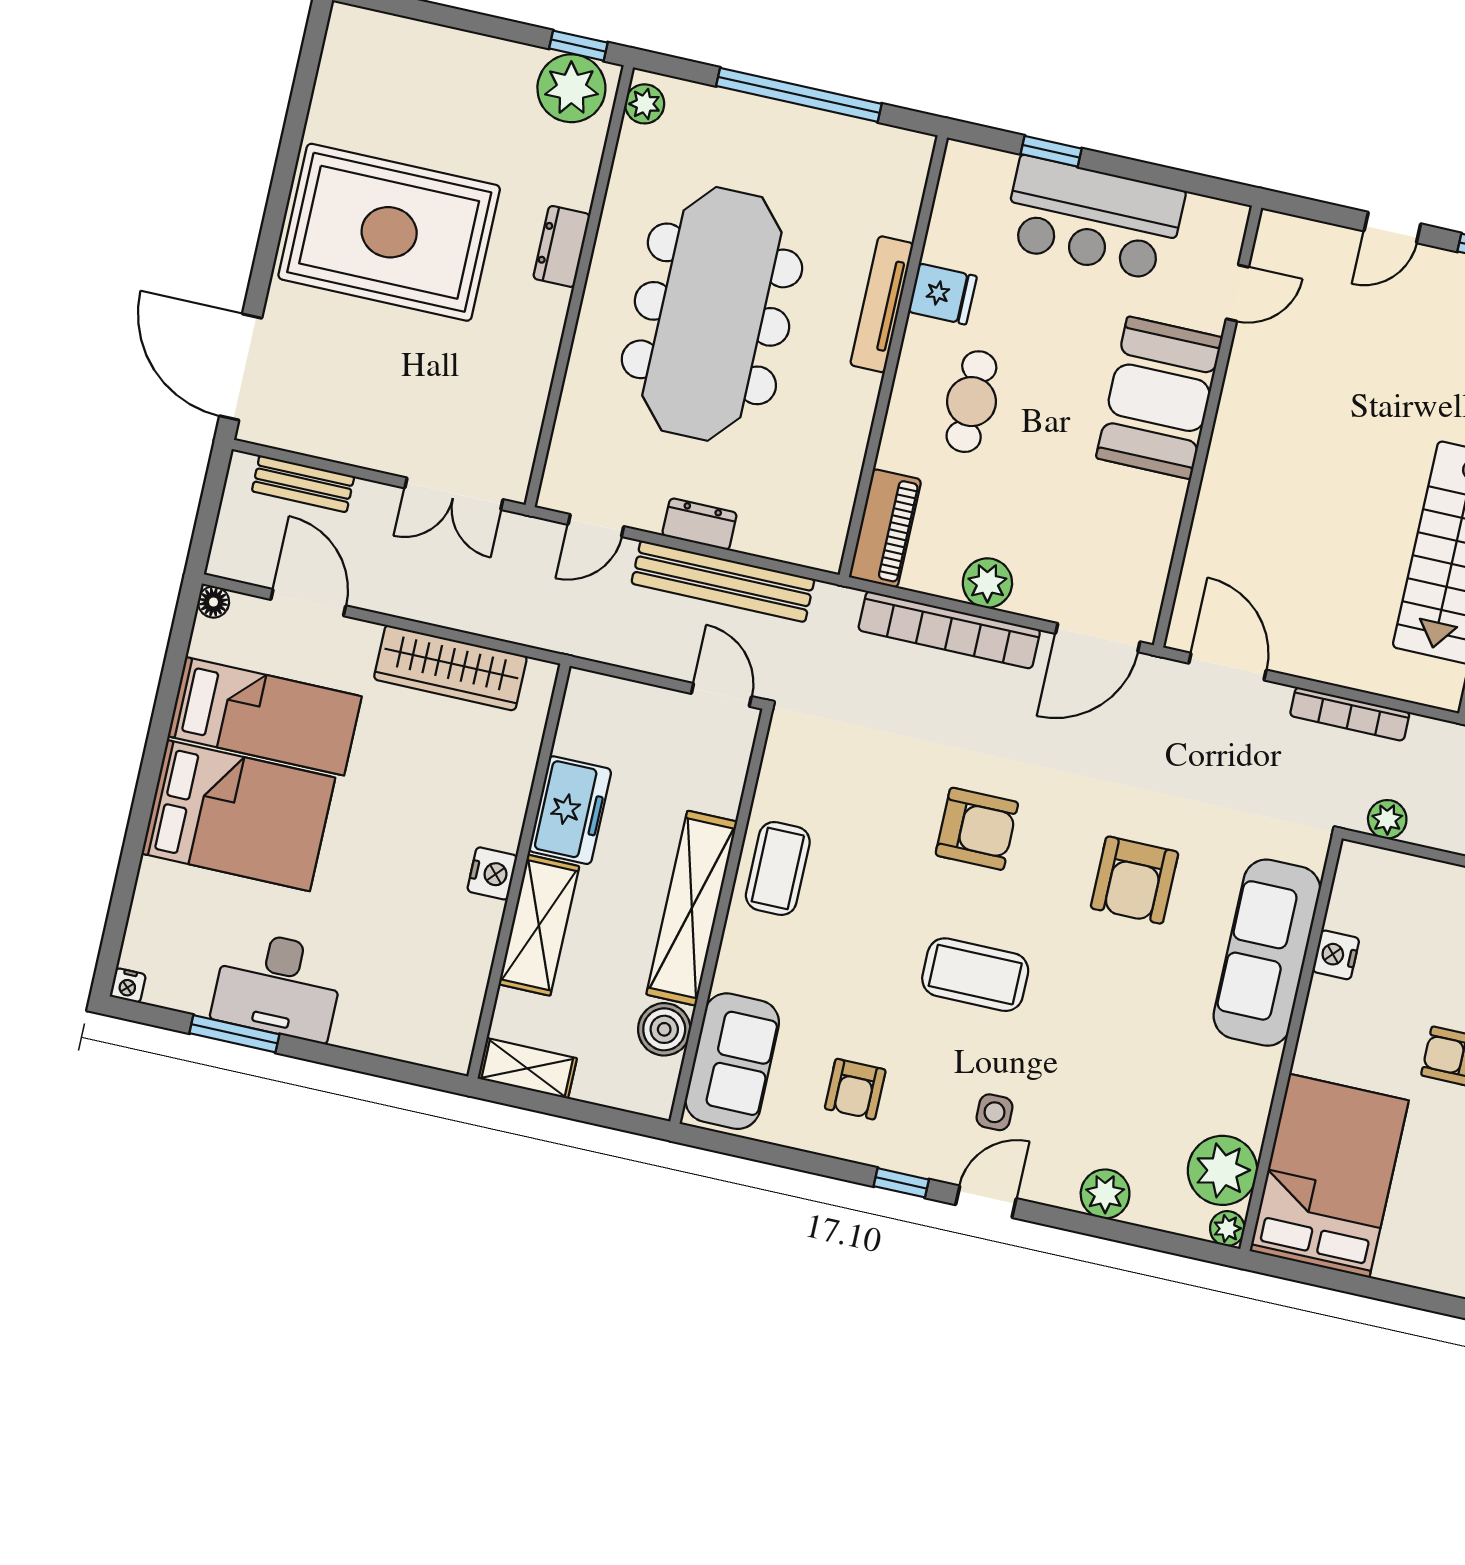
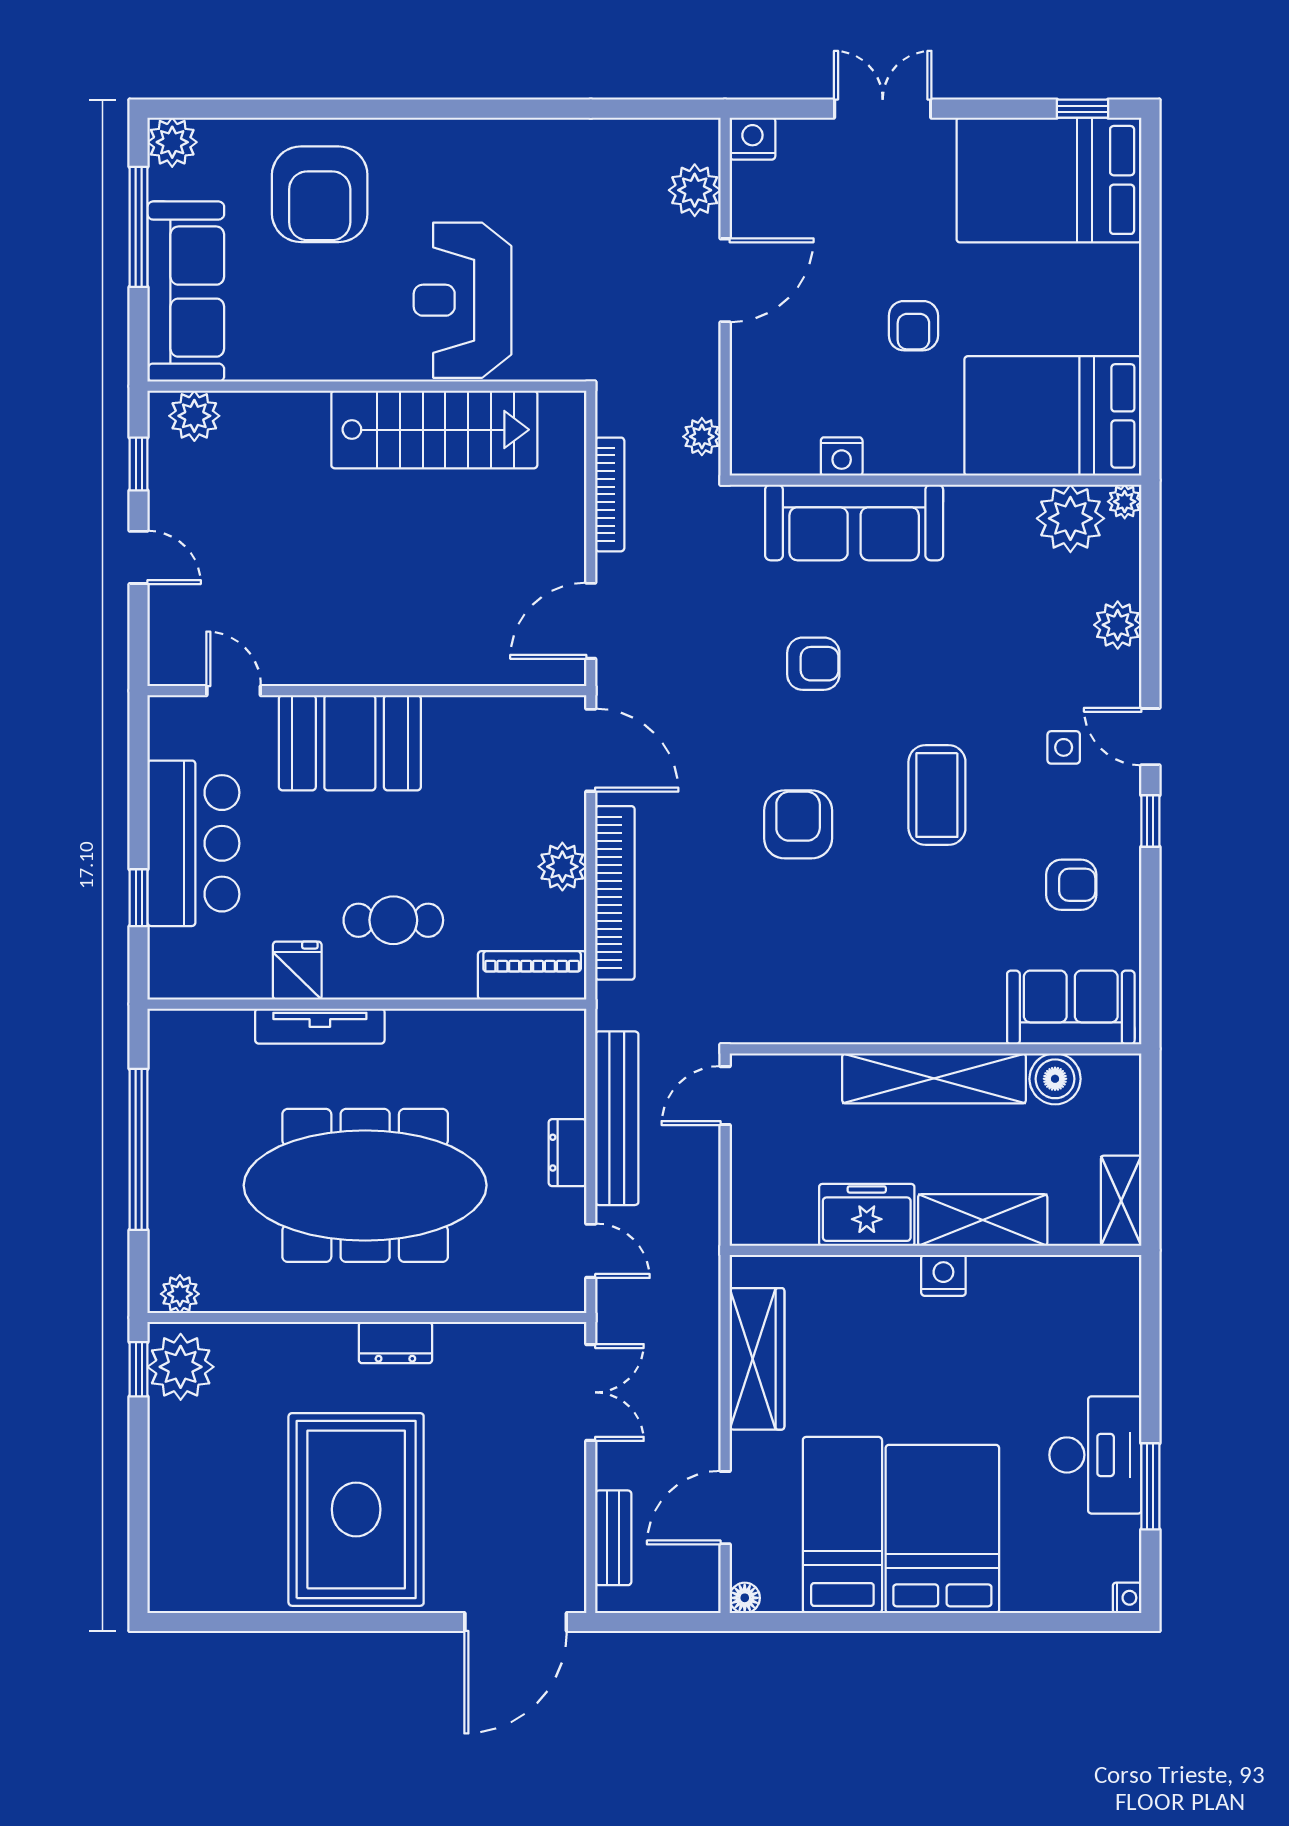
dresser: (562, 246) -> (395, 1343), moved
coffee table: (778, 868) -> (878, 1005), removed
armchair: (1134, 880) -> (813, 664), width x0.72, depth x0.72

